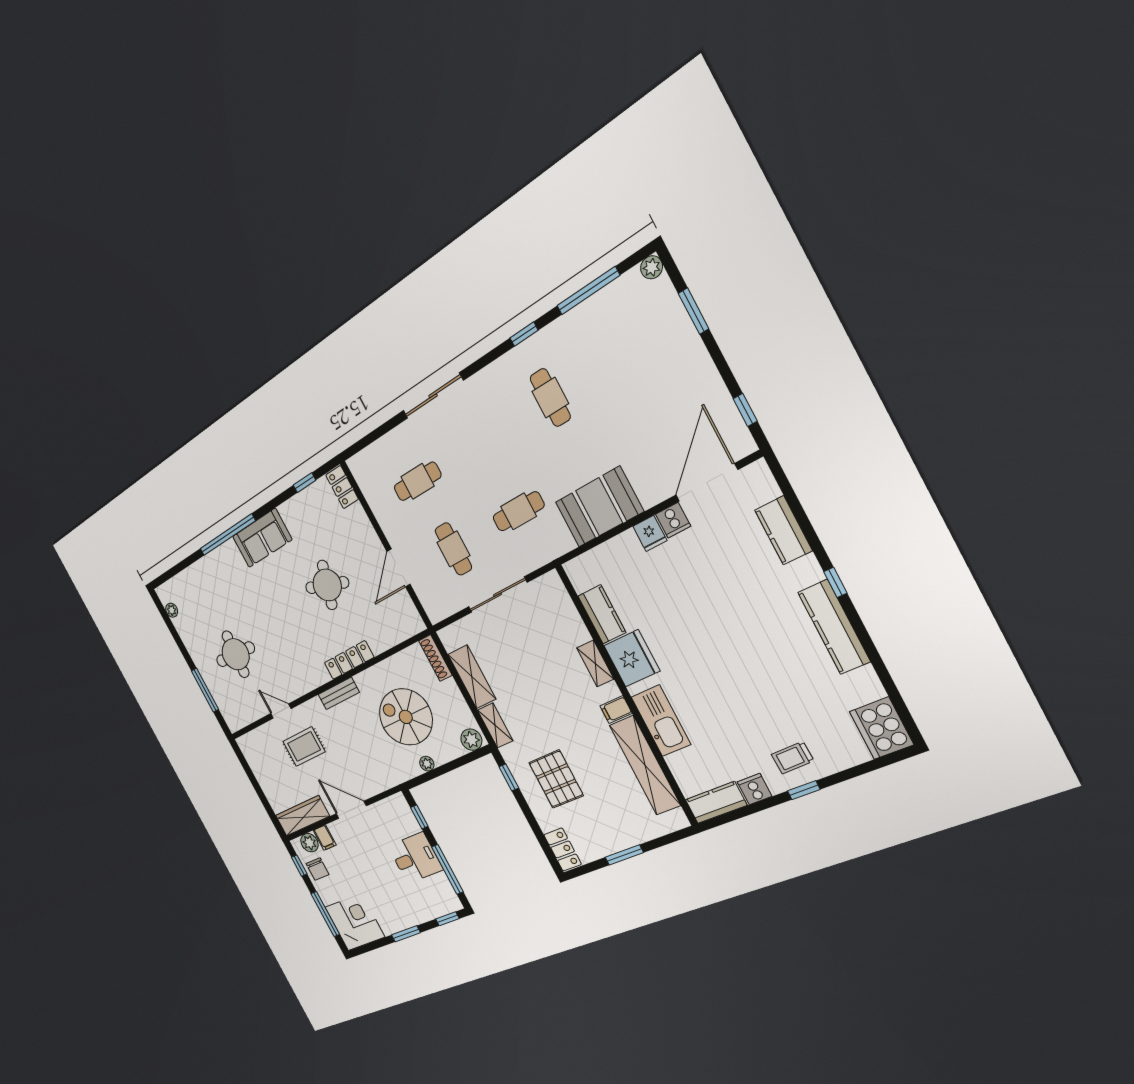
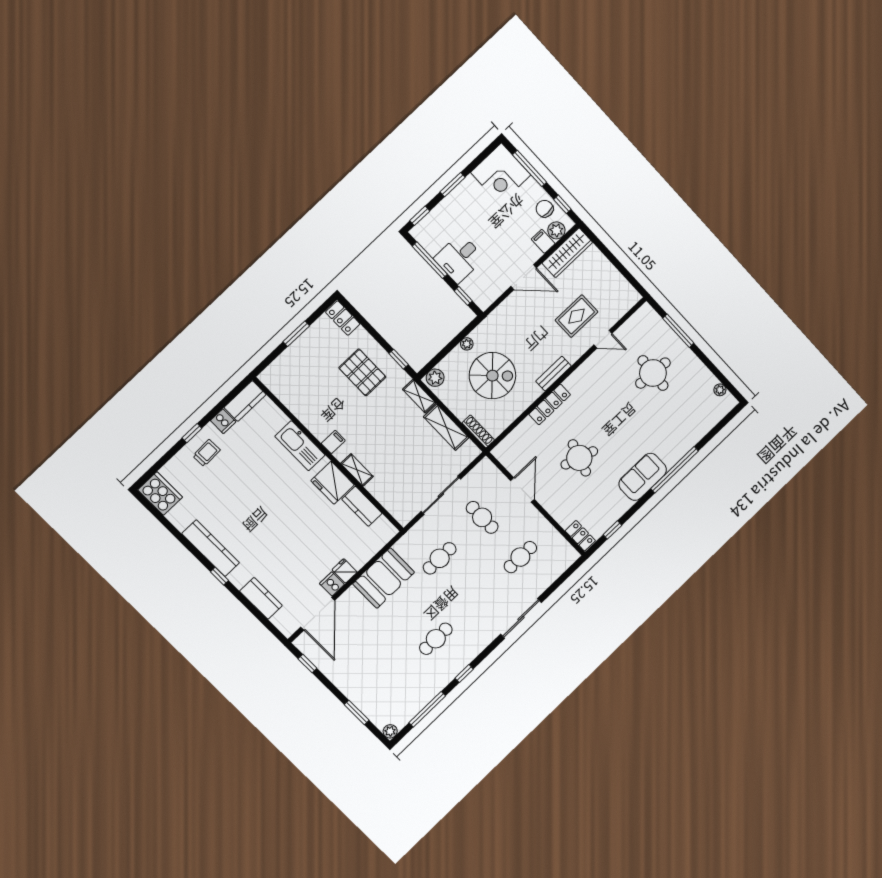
cafe table: (550, 398) -> (436, 639), turned 90
shelving: (645, 765) -> (301, 409), removed

